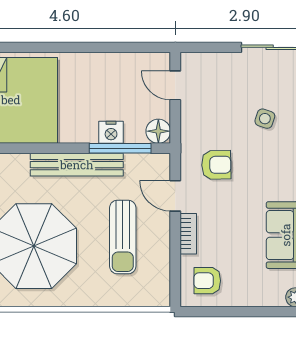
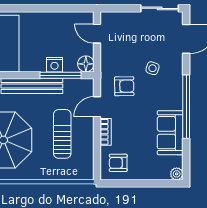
side table: (265, 119) -> (153, 68), moved
door: (175, 196) -> (97, 107), hinge flipped
sun lounger: (123, 237) -> (62, 134), turned 180

